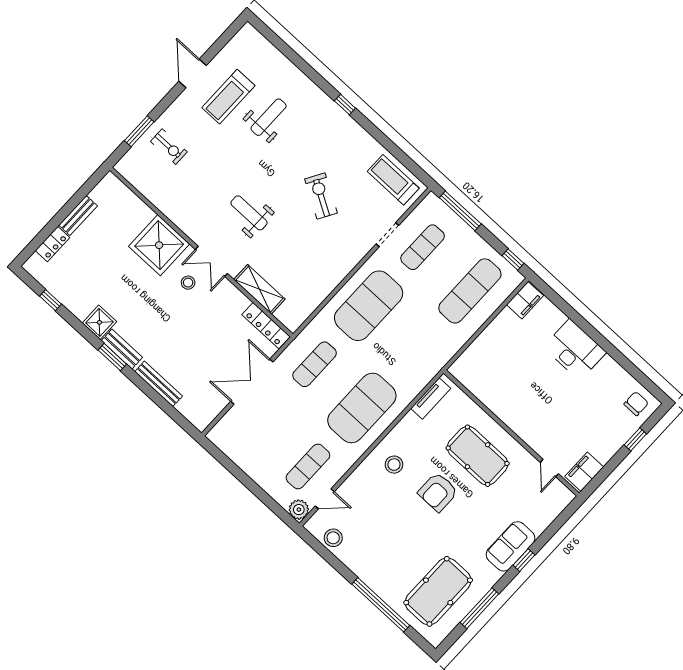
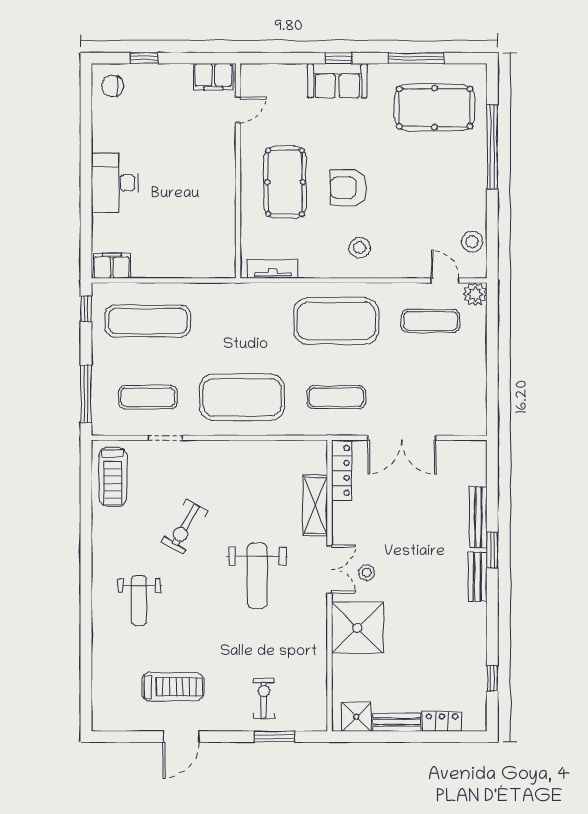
window: (345, 104) -> (86, 579), removed
weight bench: (269, 117) -> (139, 601), moved, turned -90
weight bench: (249, 213) -> (257, 576), width x1.36, depth x1.33
shower: (99, 322) -> (356, 717), moved
window: (112, 357) -> (492, 550), moved
armchair: (438, 492) -> (348, 188), turned 180

